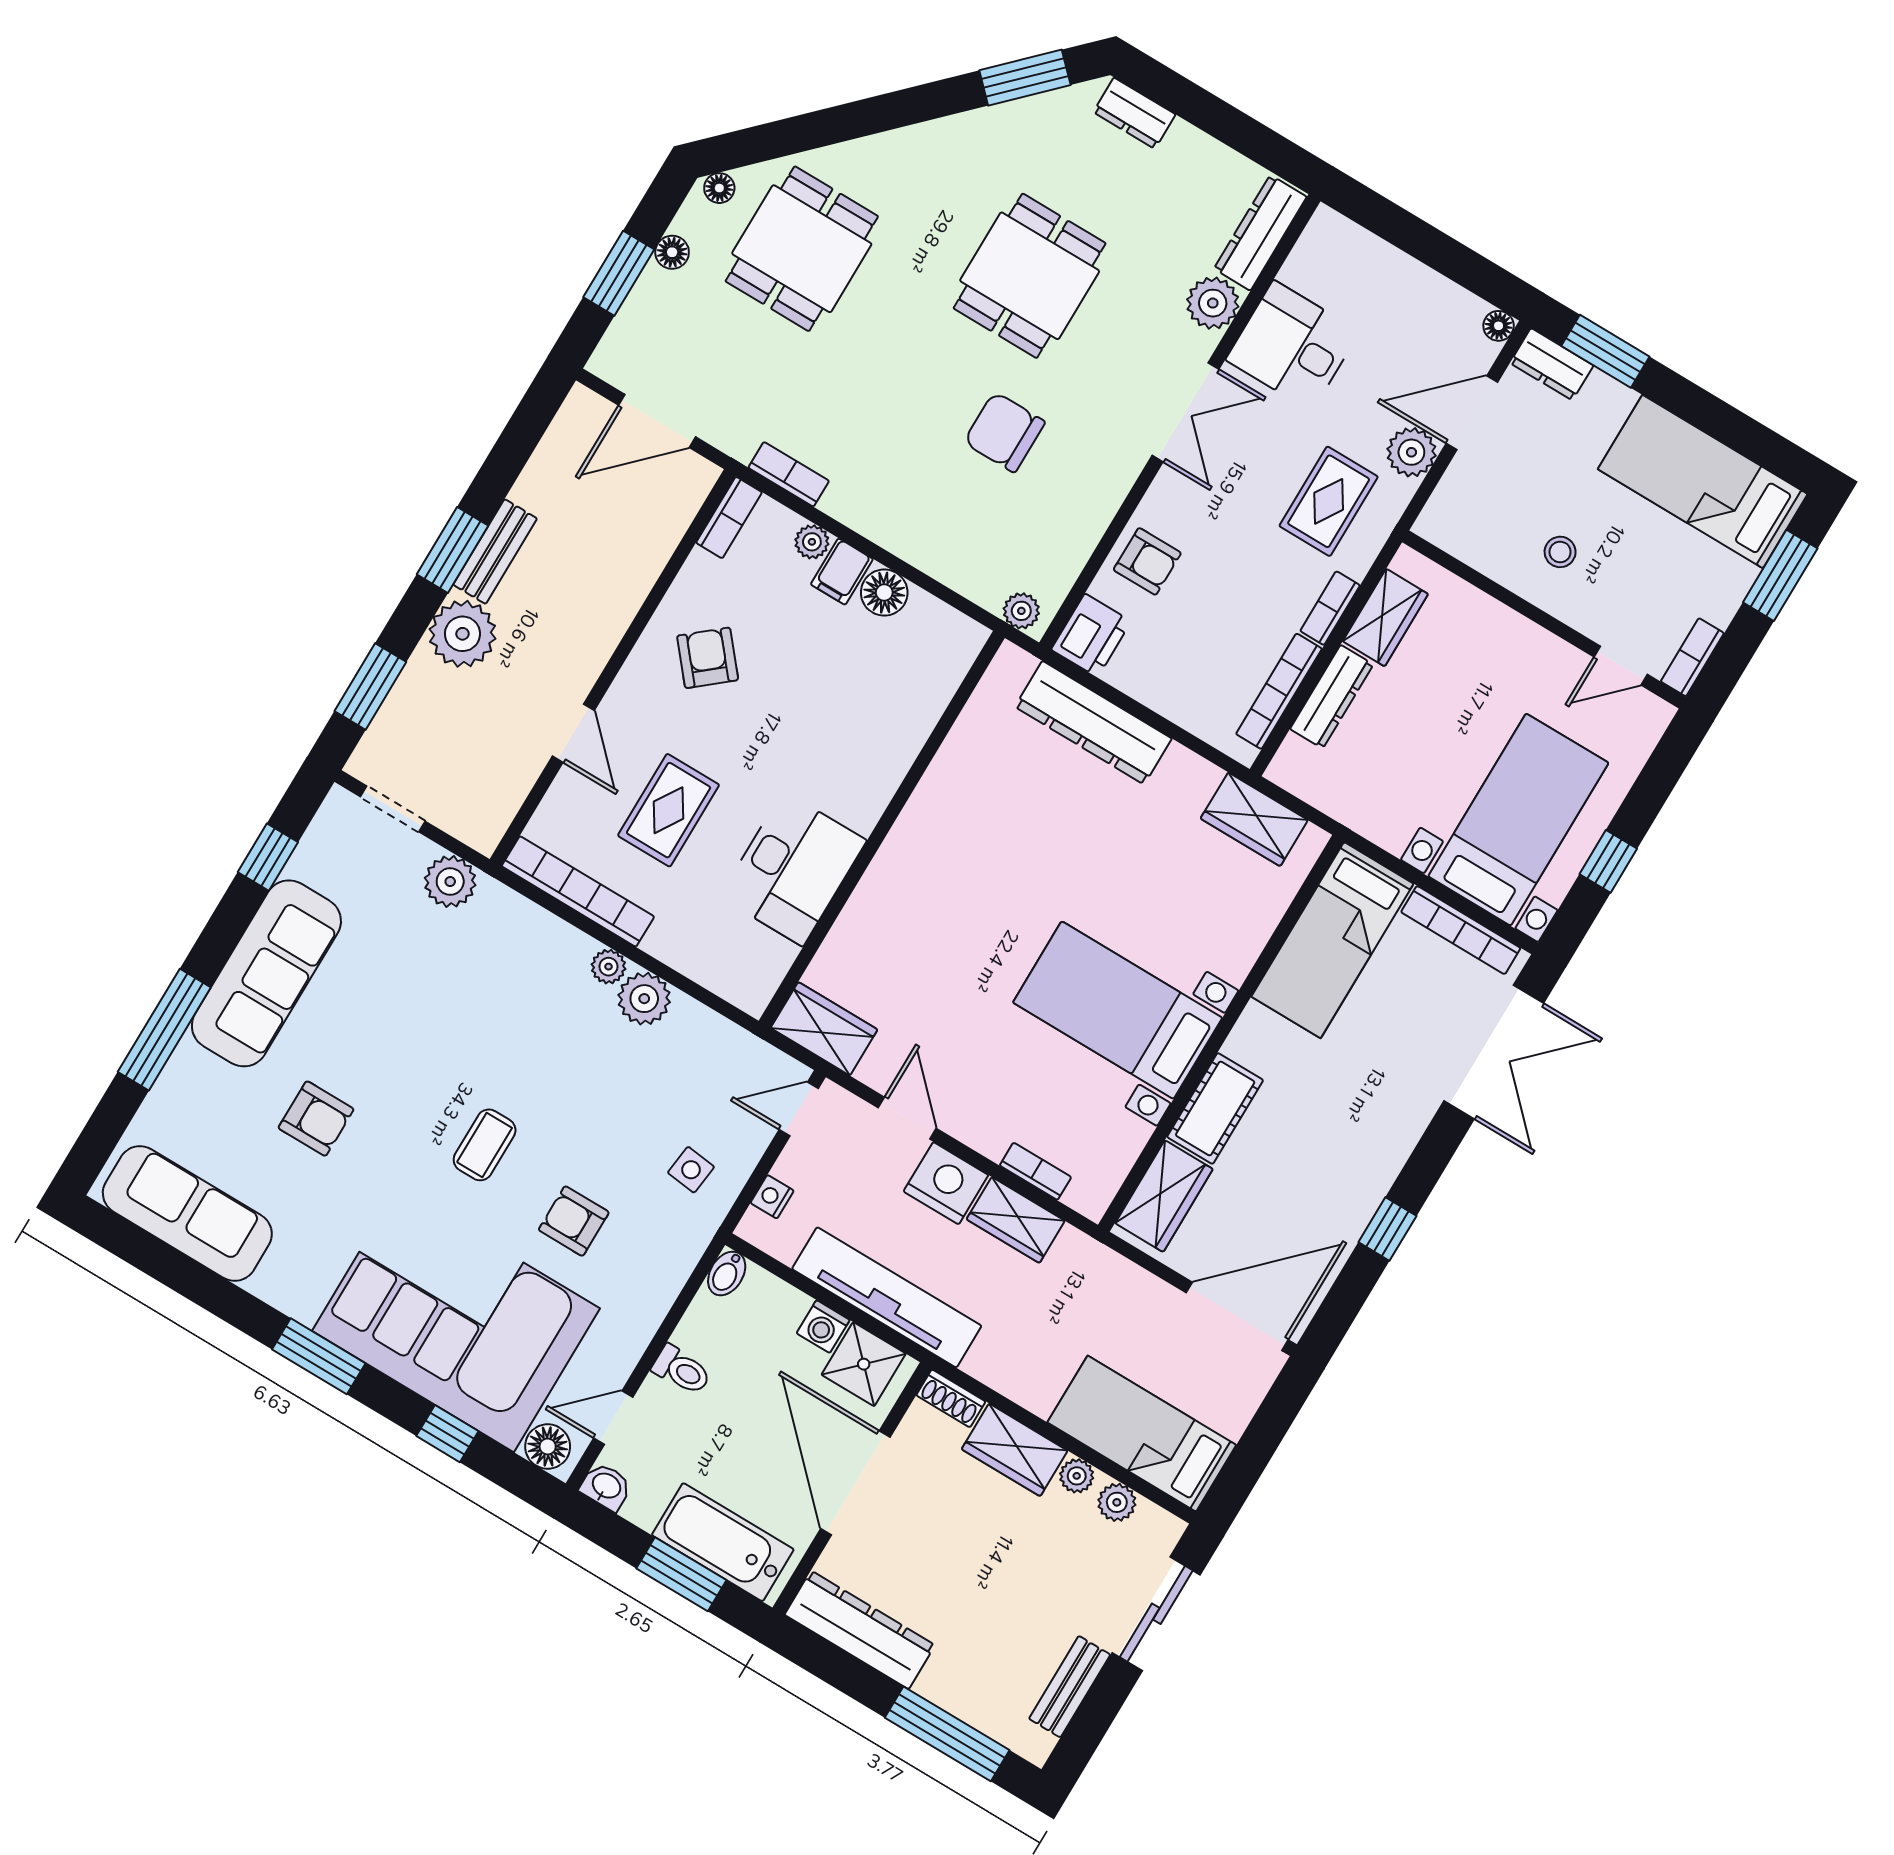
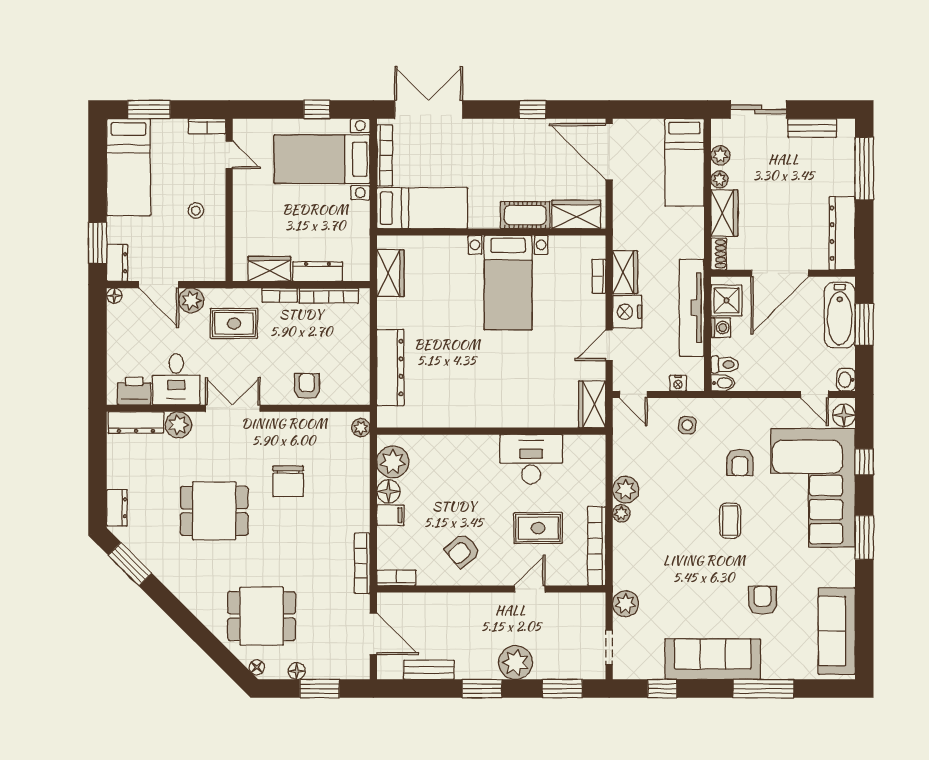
bookcase: (789, 474) -> (362, 563), width x1.56
plant: (812, 542) -> (393, 462), moved, width x1.88, depth x1.88
bench: (495, 552) -> (429, 670), moved
printer: (1091, 635) -> (134, 391), moved
coffee table: (485, 1145) -> (730, 521), turned 90
toilet: (682, 1370) -> (725, 365), moved, turned 90

